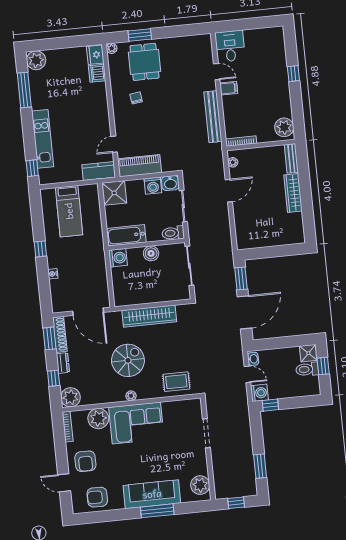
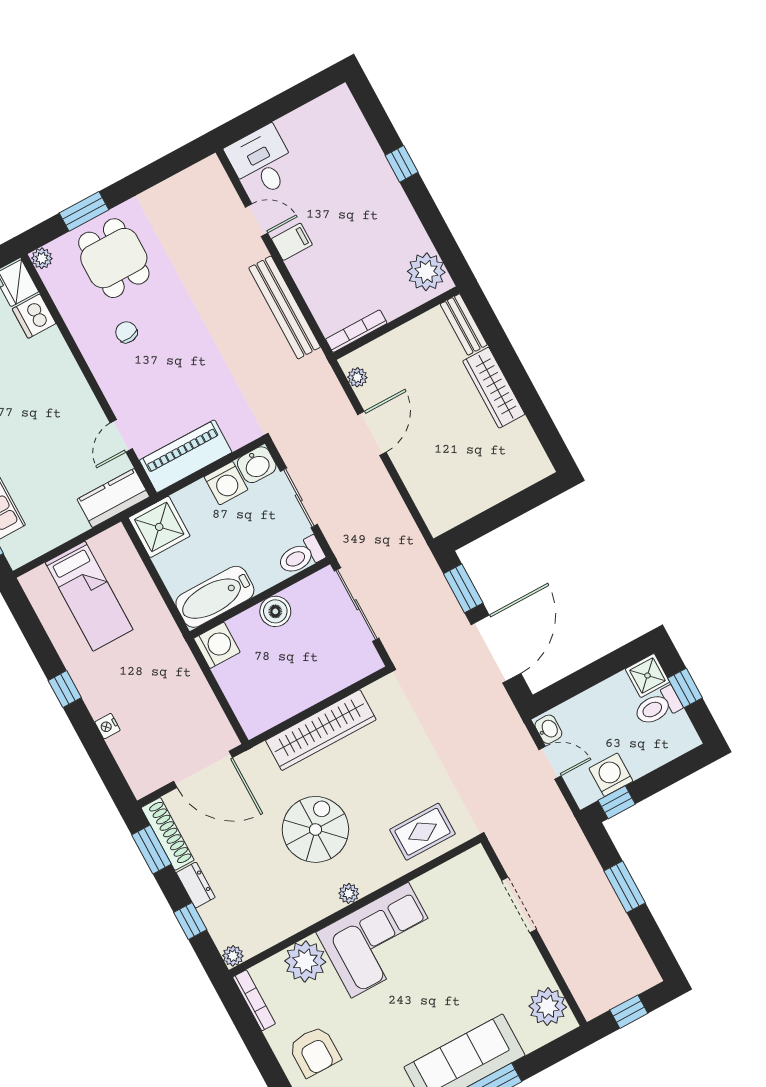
washing machine: (259, 393) -> (611, 775), moved, turned -90
plant: (70, 397) -> (233, 956), width x0.53, depth x0.53
window: (260, 466) -> (625, 887), moved

